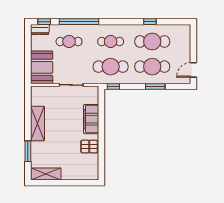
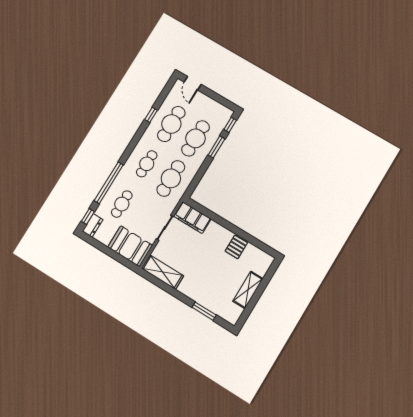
door: (193, 70) -> (193, 83), moved
window: (113, 86) -> (230, 125), moved
filing cabinet: (91, 119) -> (192, 218), moved
shelving: (38, 123) -> (163, 272), moved
shelving: (46, 174) -> (248, 290), moved

